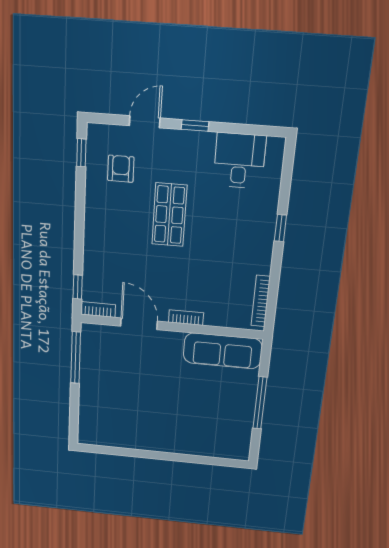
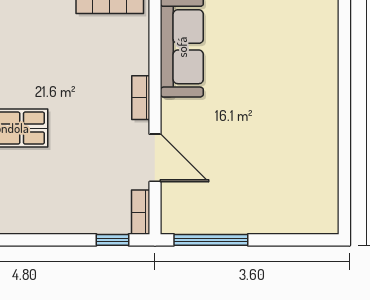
door: (139, 324) -> (155, 158), swing flipped

